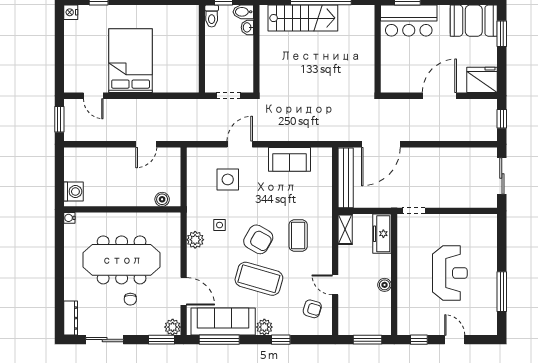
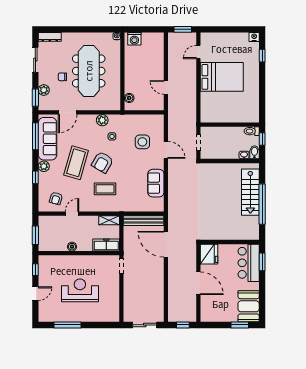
fridge: (482, 80) -> (209, 254), moved
reception desk: (450, 273) -> (80, 290), turned 180
plant: (173, 327) -> (44, 90), moved

